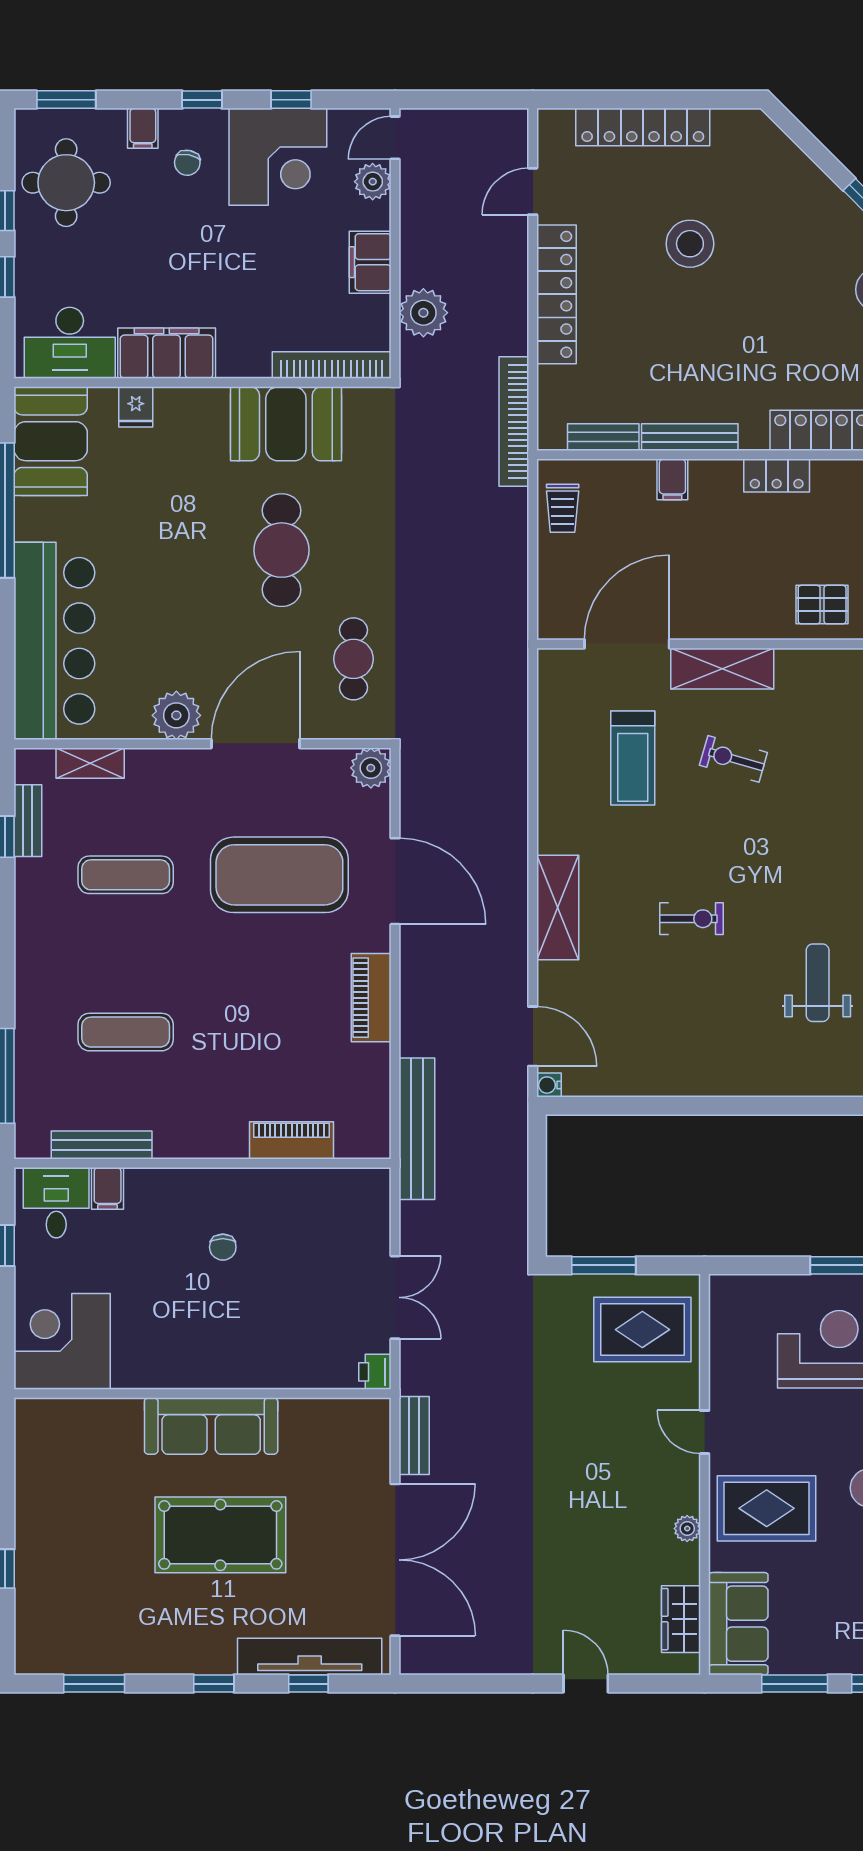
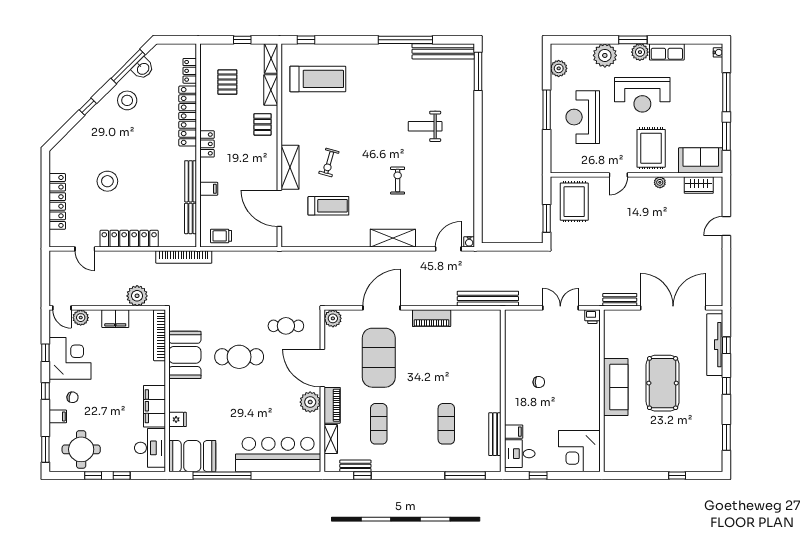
trolley: (563, 508) -> (221, 236), turned 180
piano: (292, 1140) -> (332, 405), moved, turned 180

